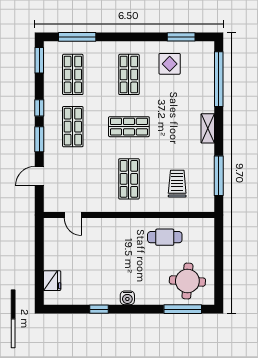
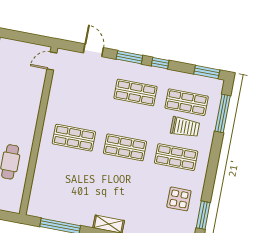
shop shelf: (129, 127) -> (125, 147), turned 90
trolley: (177, 184) -> (185, 127), moved
door: (73, 215) -> (52, 61), moved

